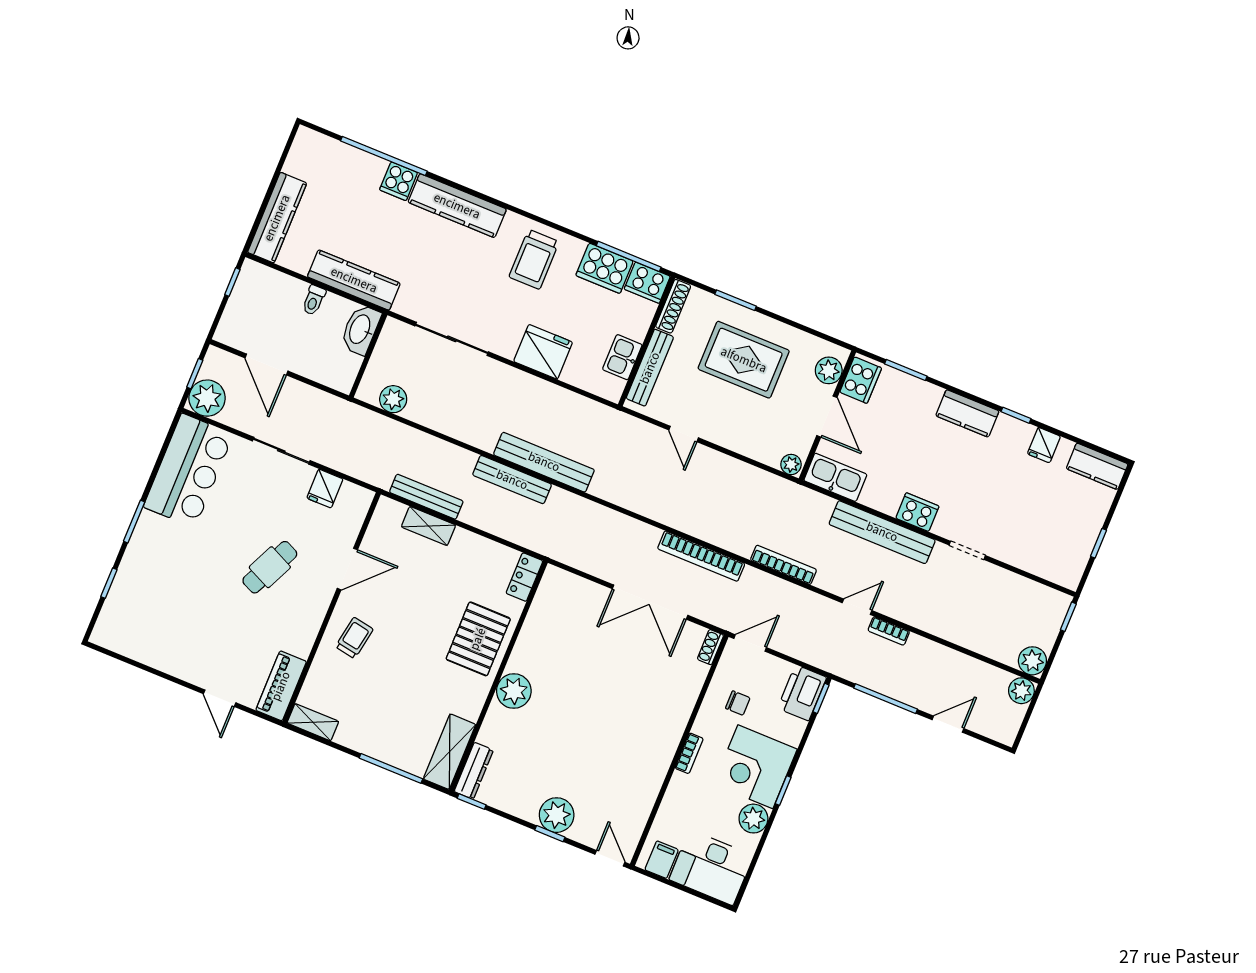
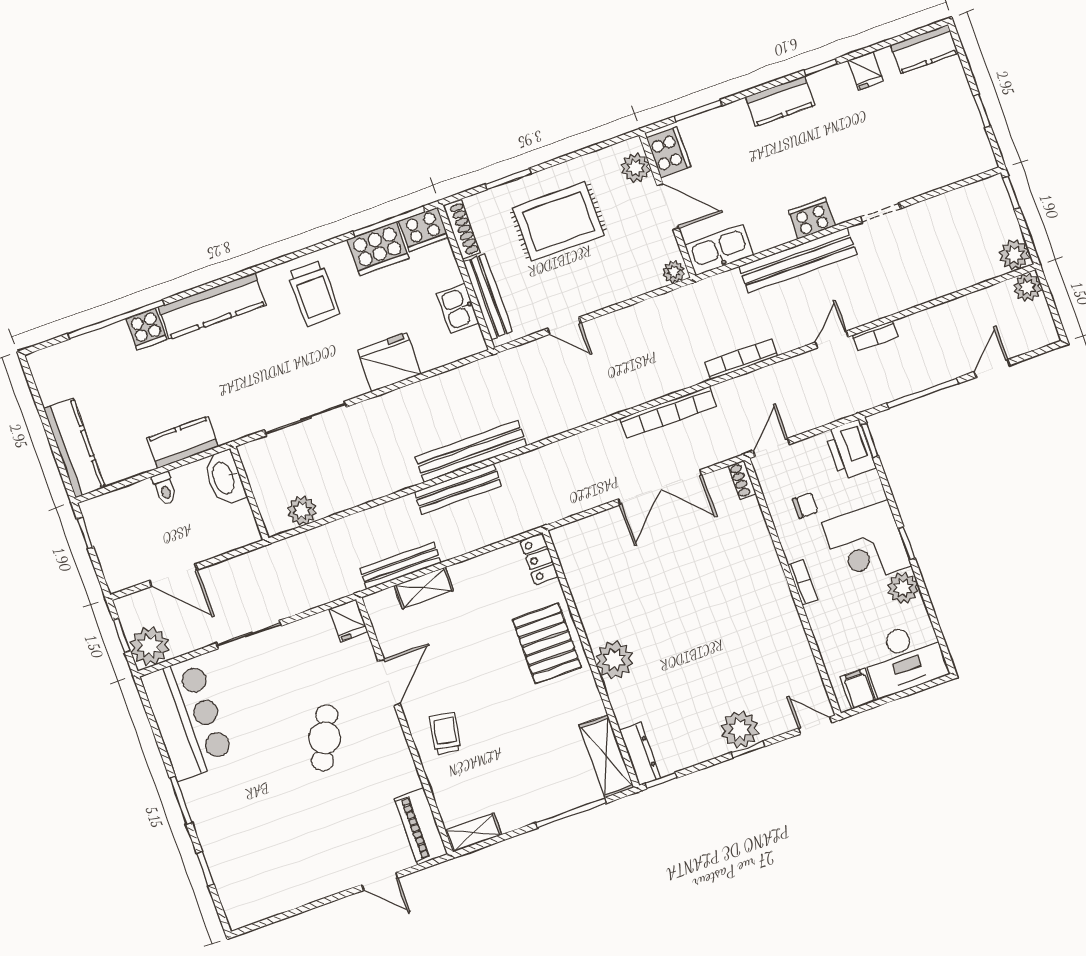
kitchen counter: (354, 280) -> (183, 442), width x0.67
fridge: (325, 489) -> (348, 620), moved

